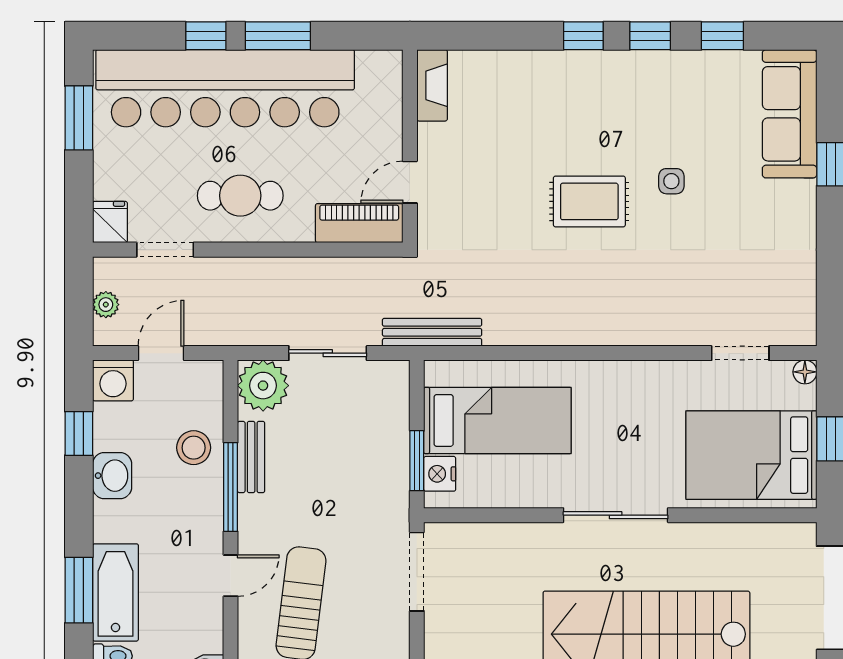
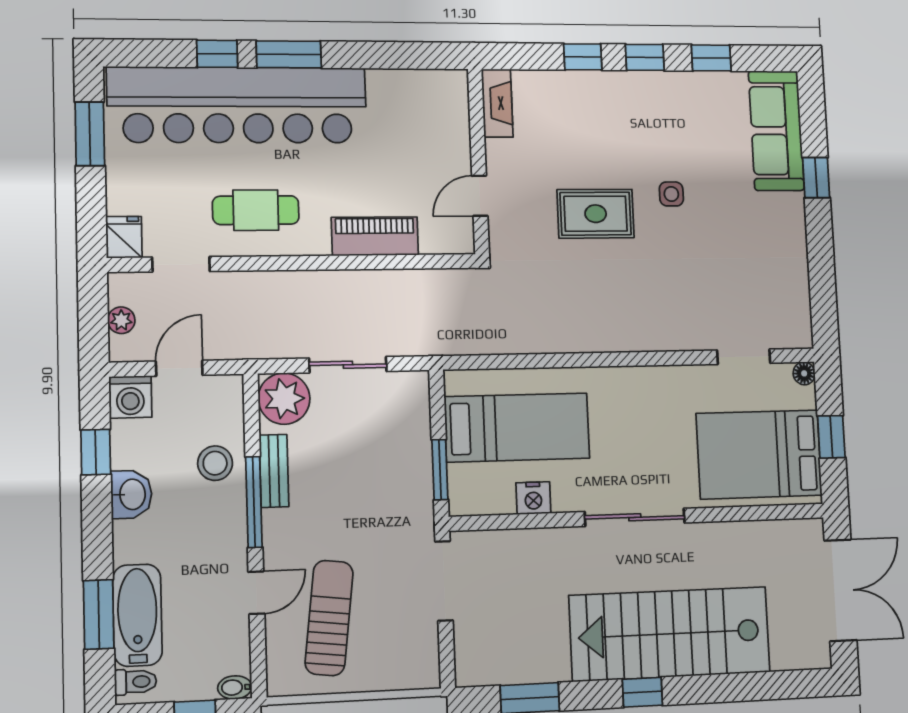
fireplace: (432, 85) -> (497, 103), moved
wall: (410, 146) -> (478, 161), moved
door: (410, 182) -> (480, 196), moved
bench: (432, 332) -> (450, 342), removed
nightstand: (440, 474) -> (533, 498), moved, turned -90

